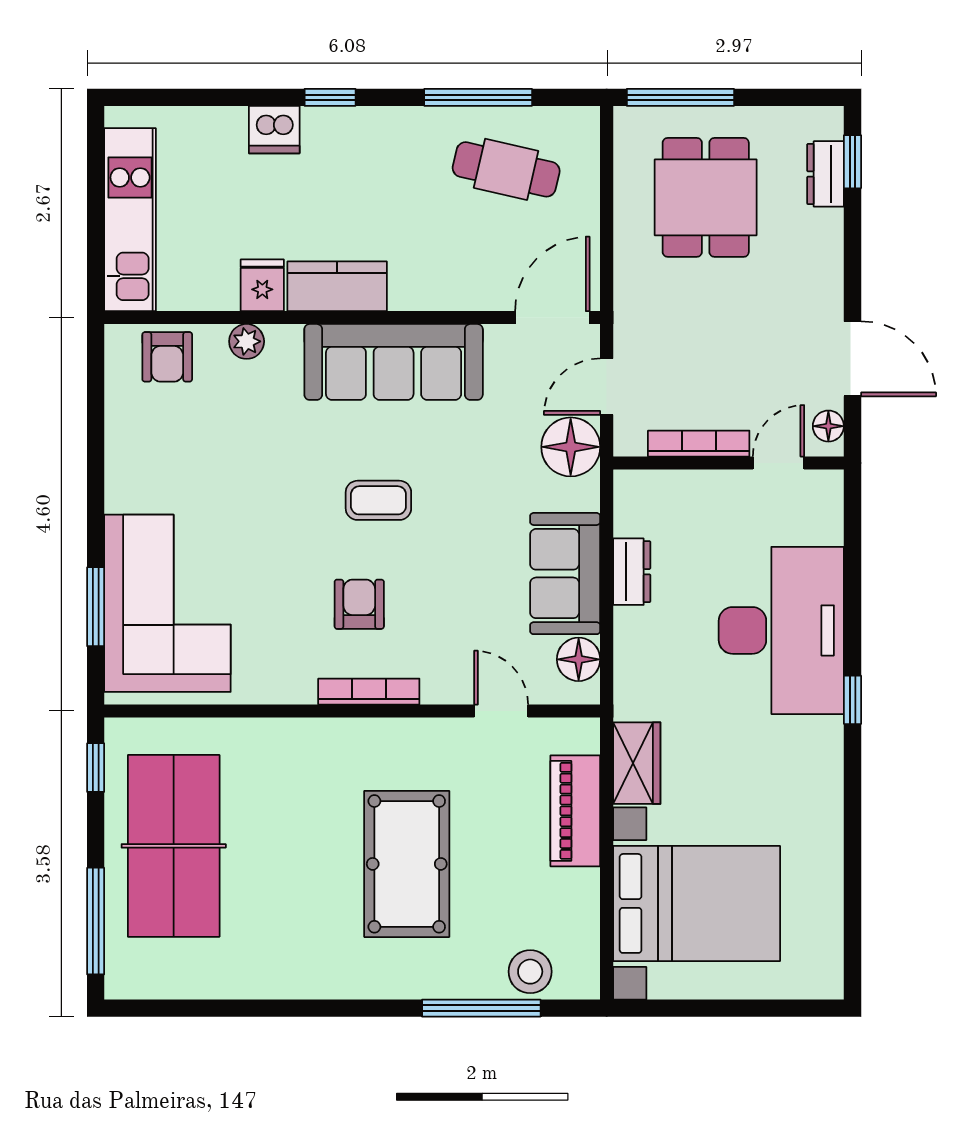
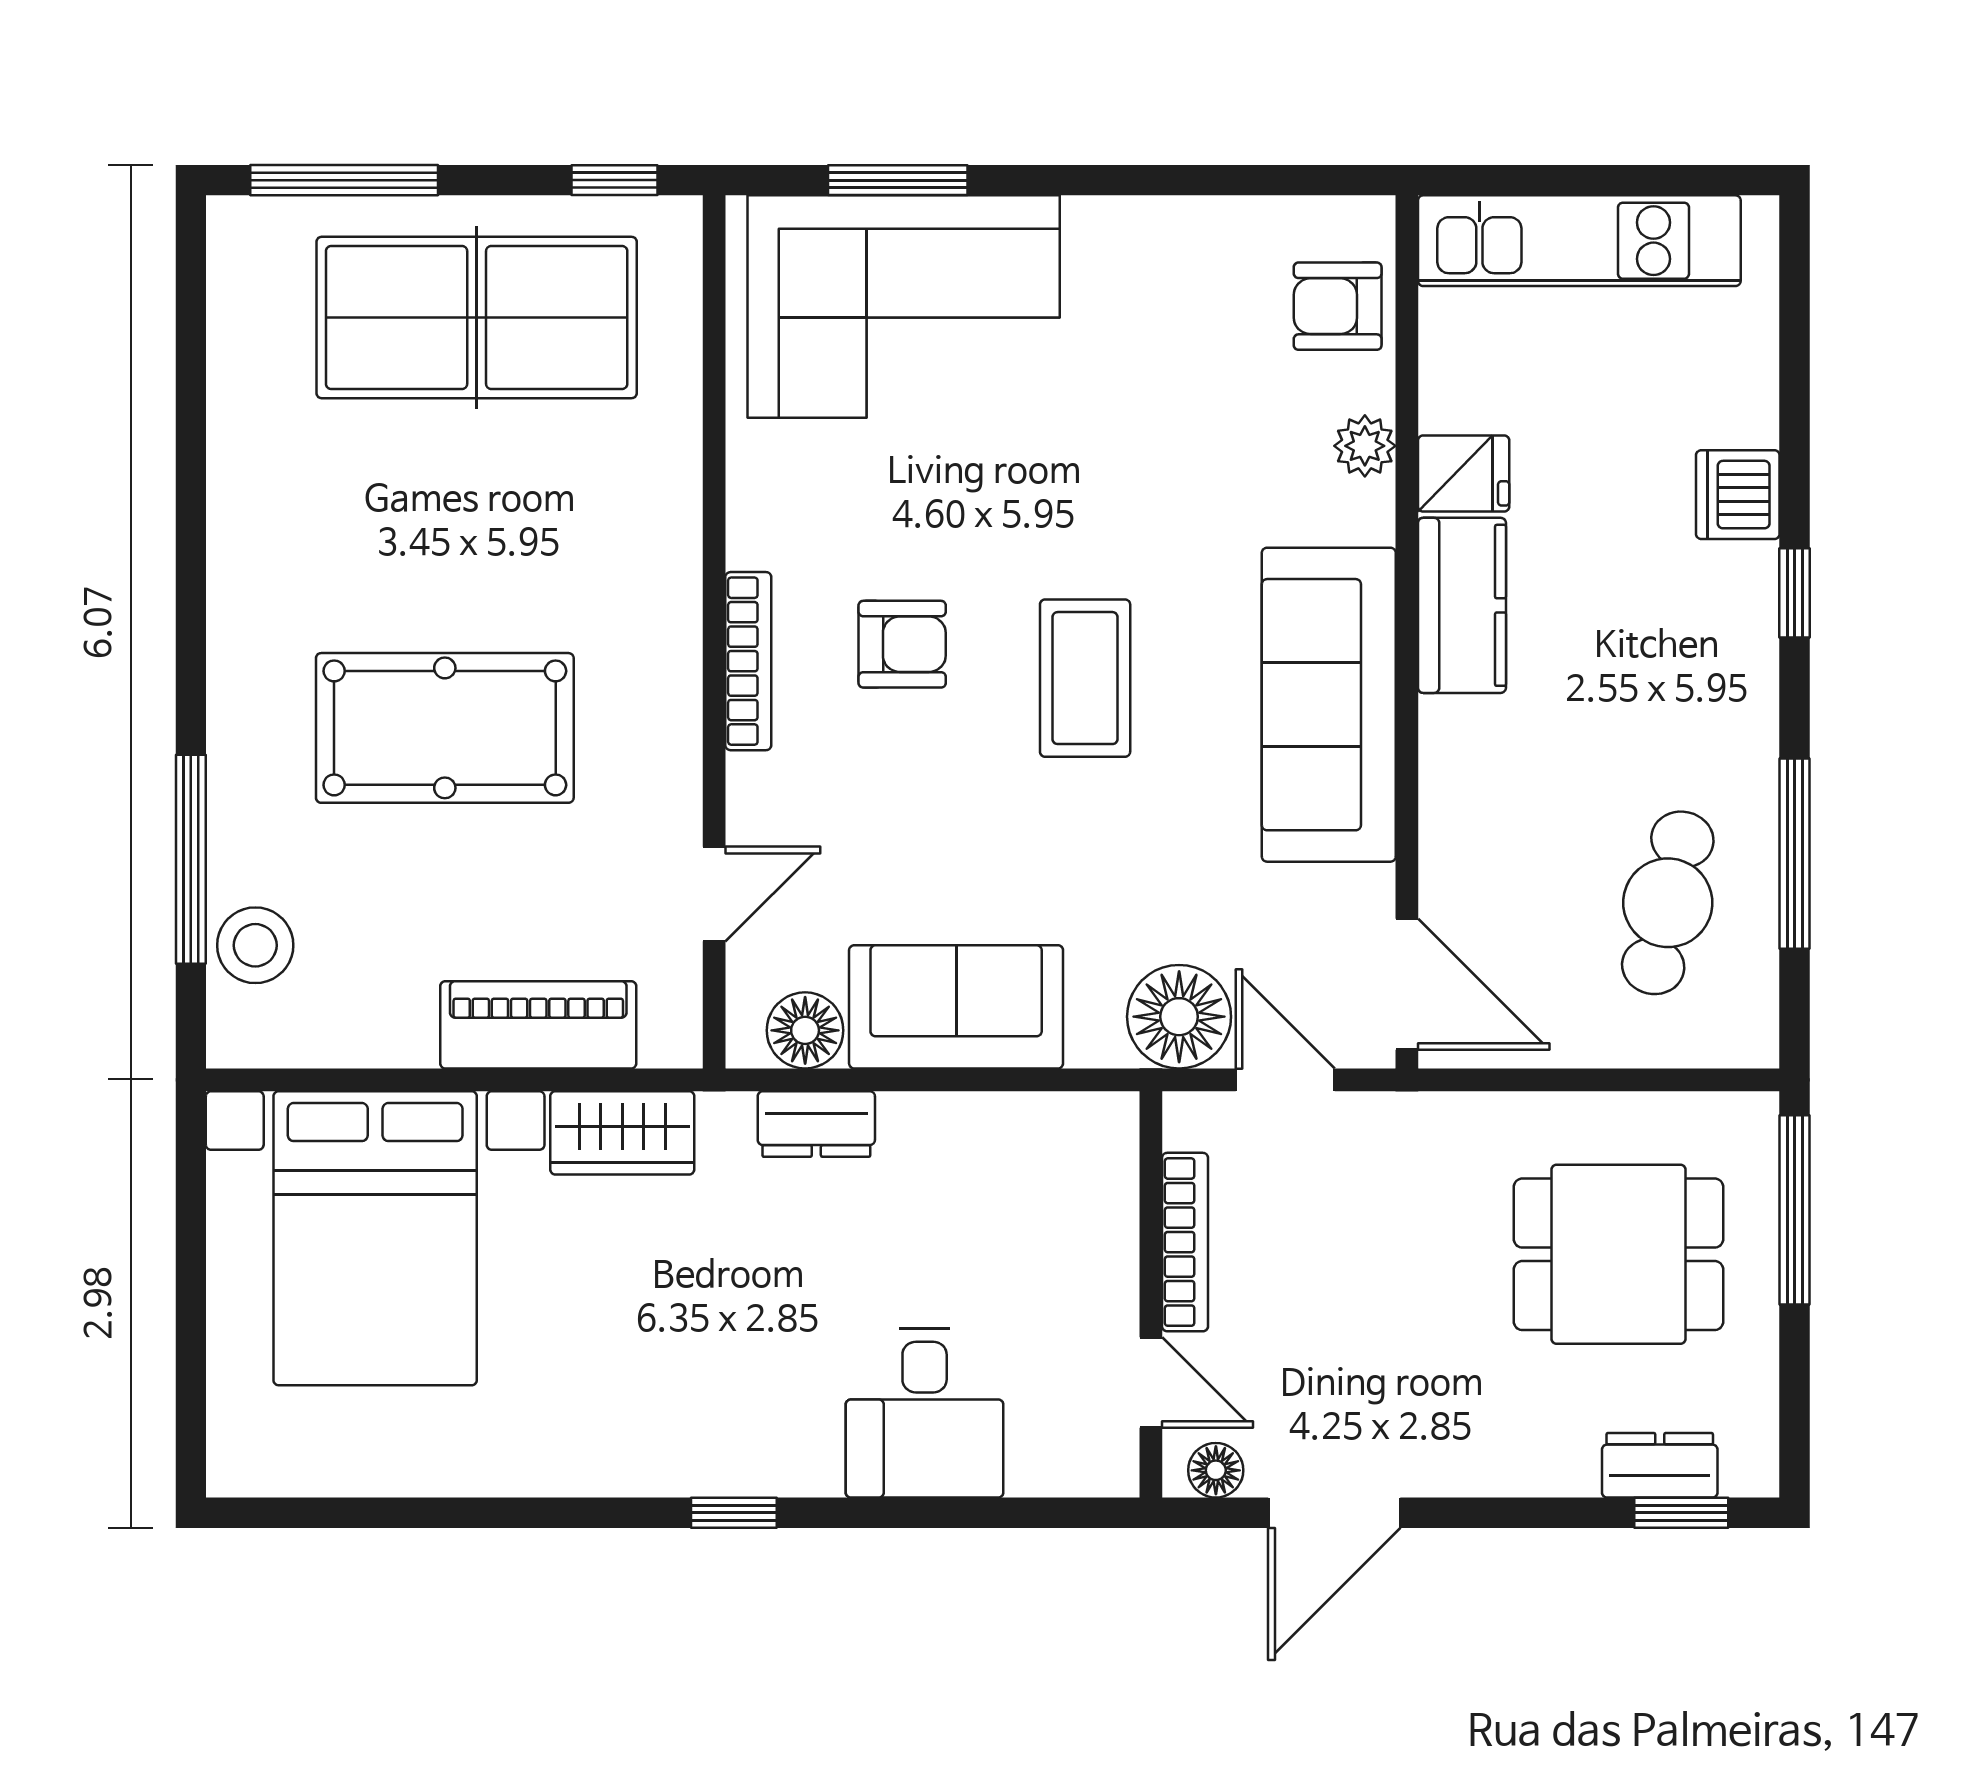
coffee table: (378, 500) -> (1085, 678), width x1.36, depth x1.30
dresser: (632, 572) -> (816, 1124), moved
desk: (781, 630) -> (925, 1413), width x0.53, depth x0.77

